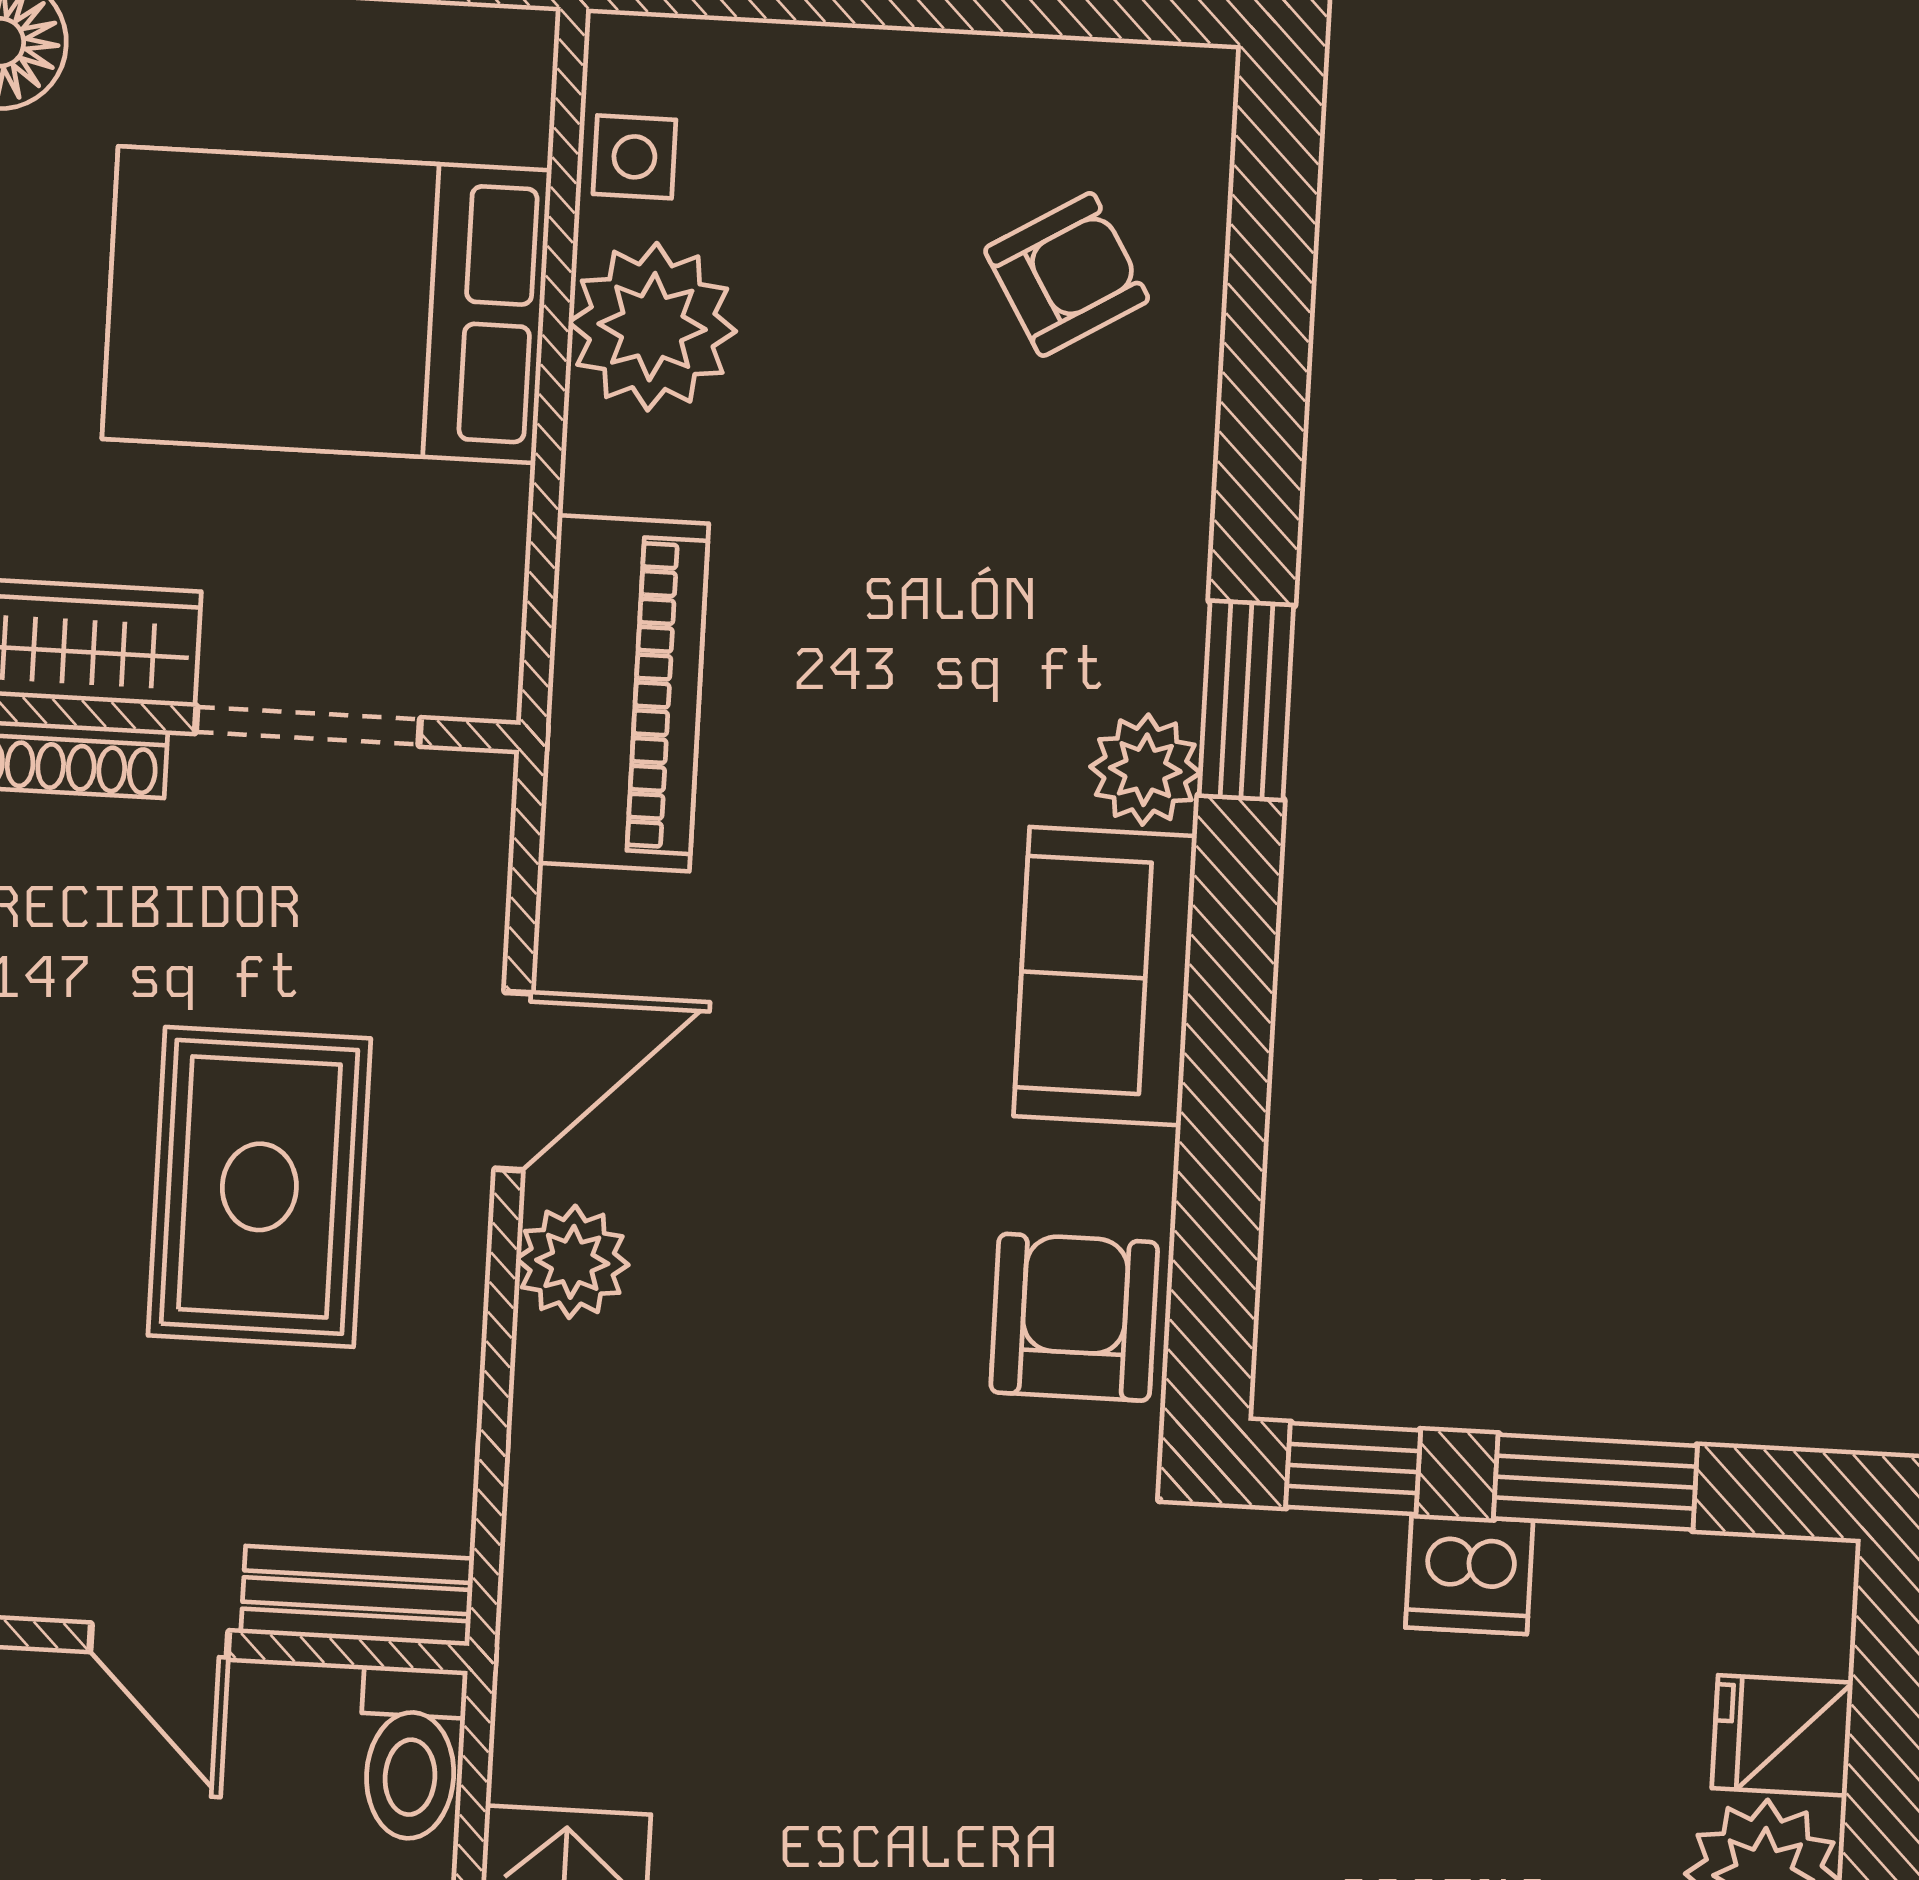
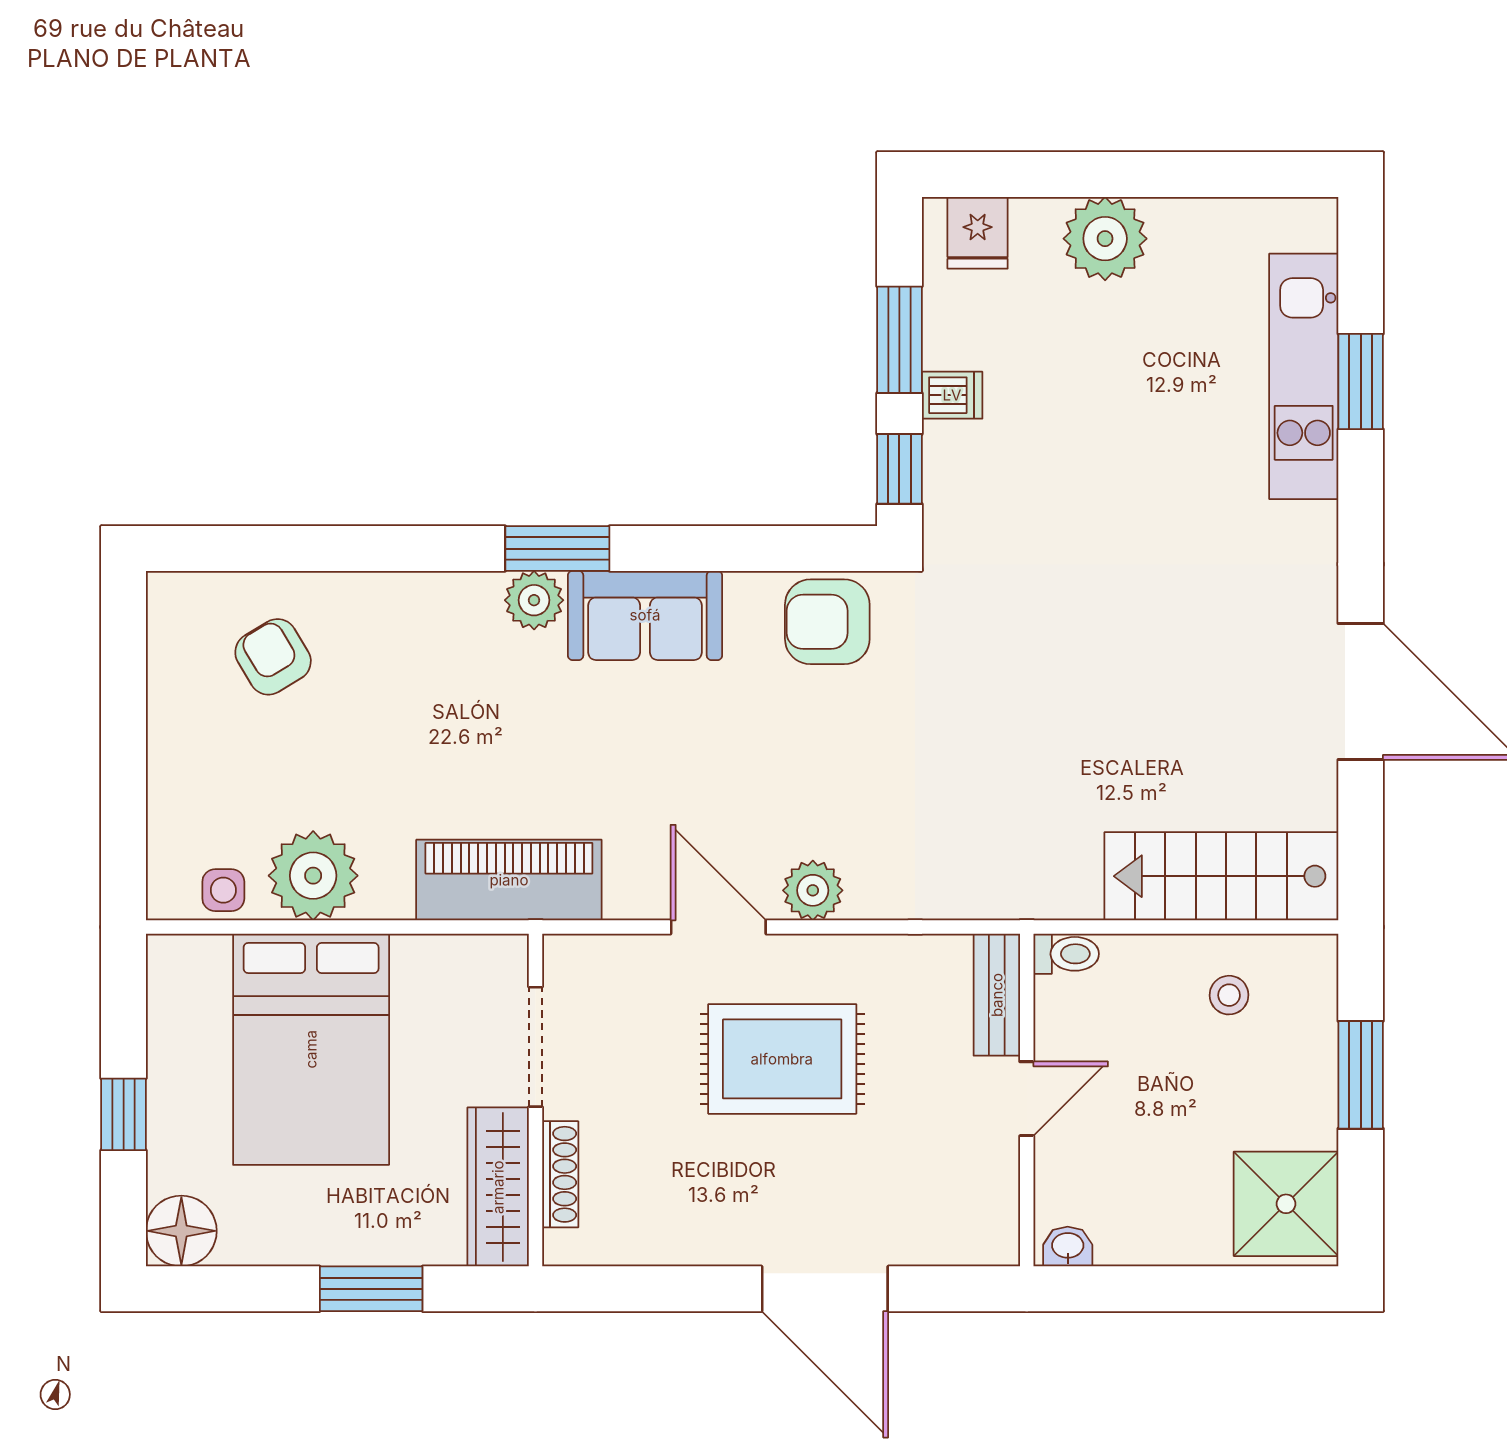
window: (1246, 700) -> (557, 549), moved
dishwasher: (1469, 1574) -> (952, 395), width x0.73
fridge: (1782, 1735) -> (978, 233), moved
toilet: (411, 1753) -> (1066, 954), width x0.73, depth x0.72

